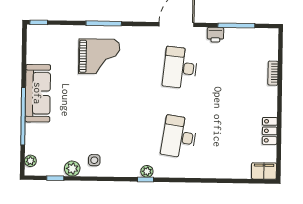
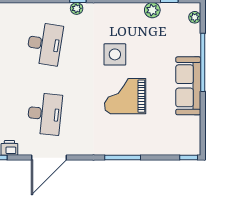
grand piano: (99, 56) -> (125, 96), moved
side table: (94, 160) -> (115, 54), moved, width x1.87, depth x1.87

